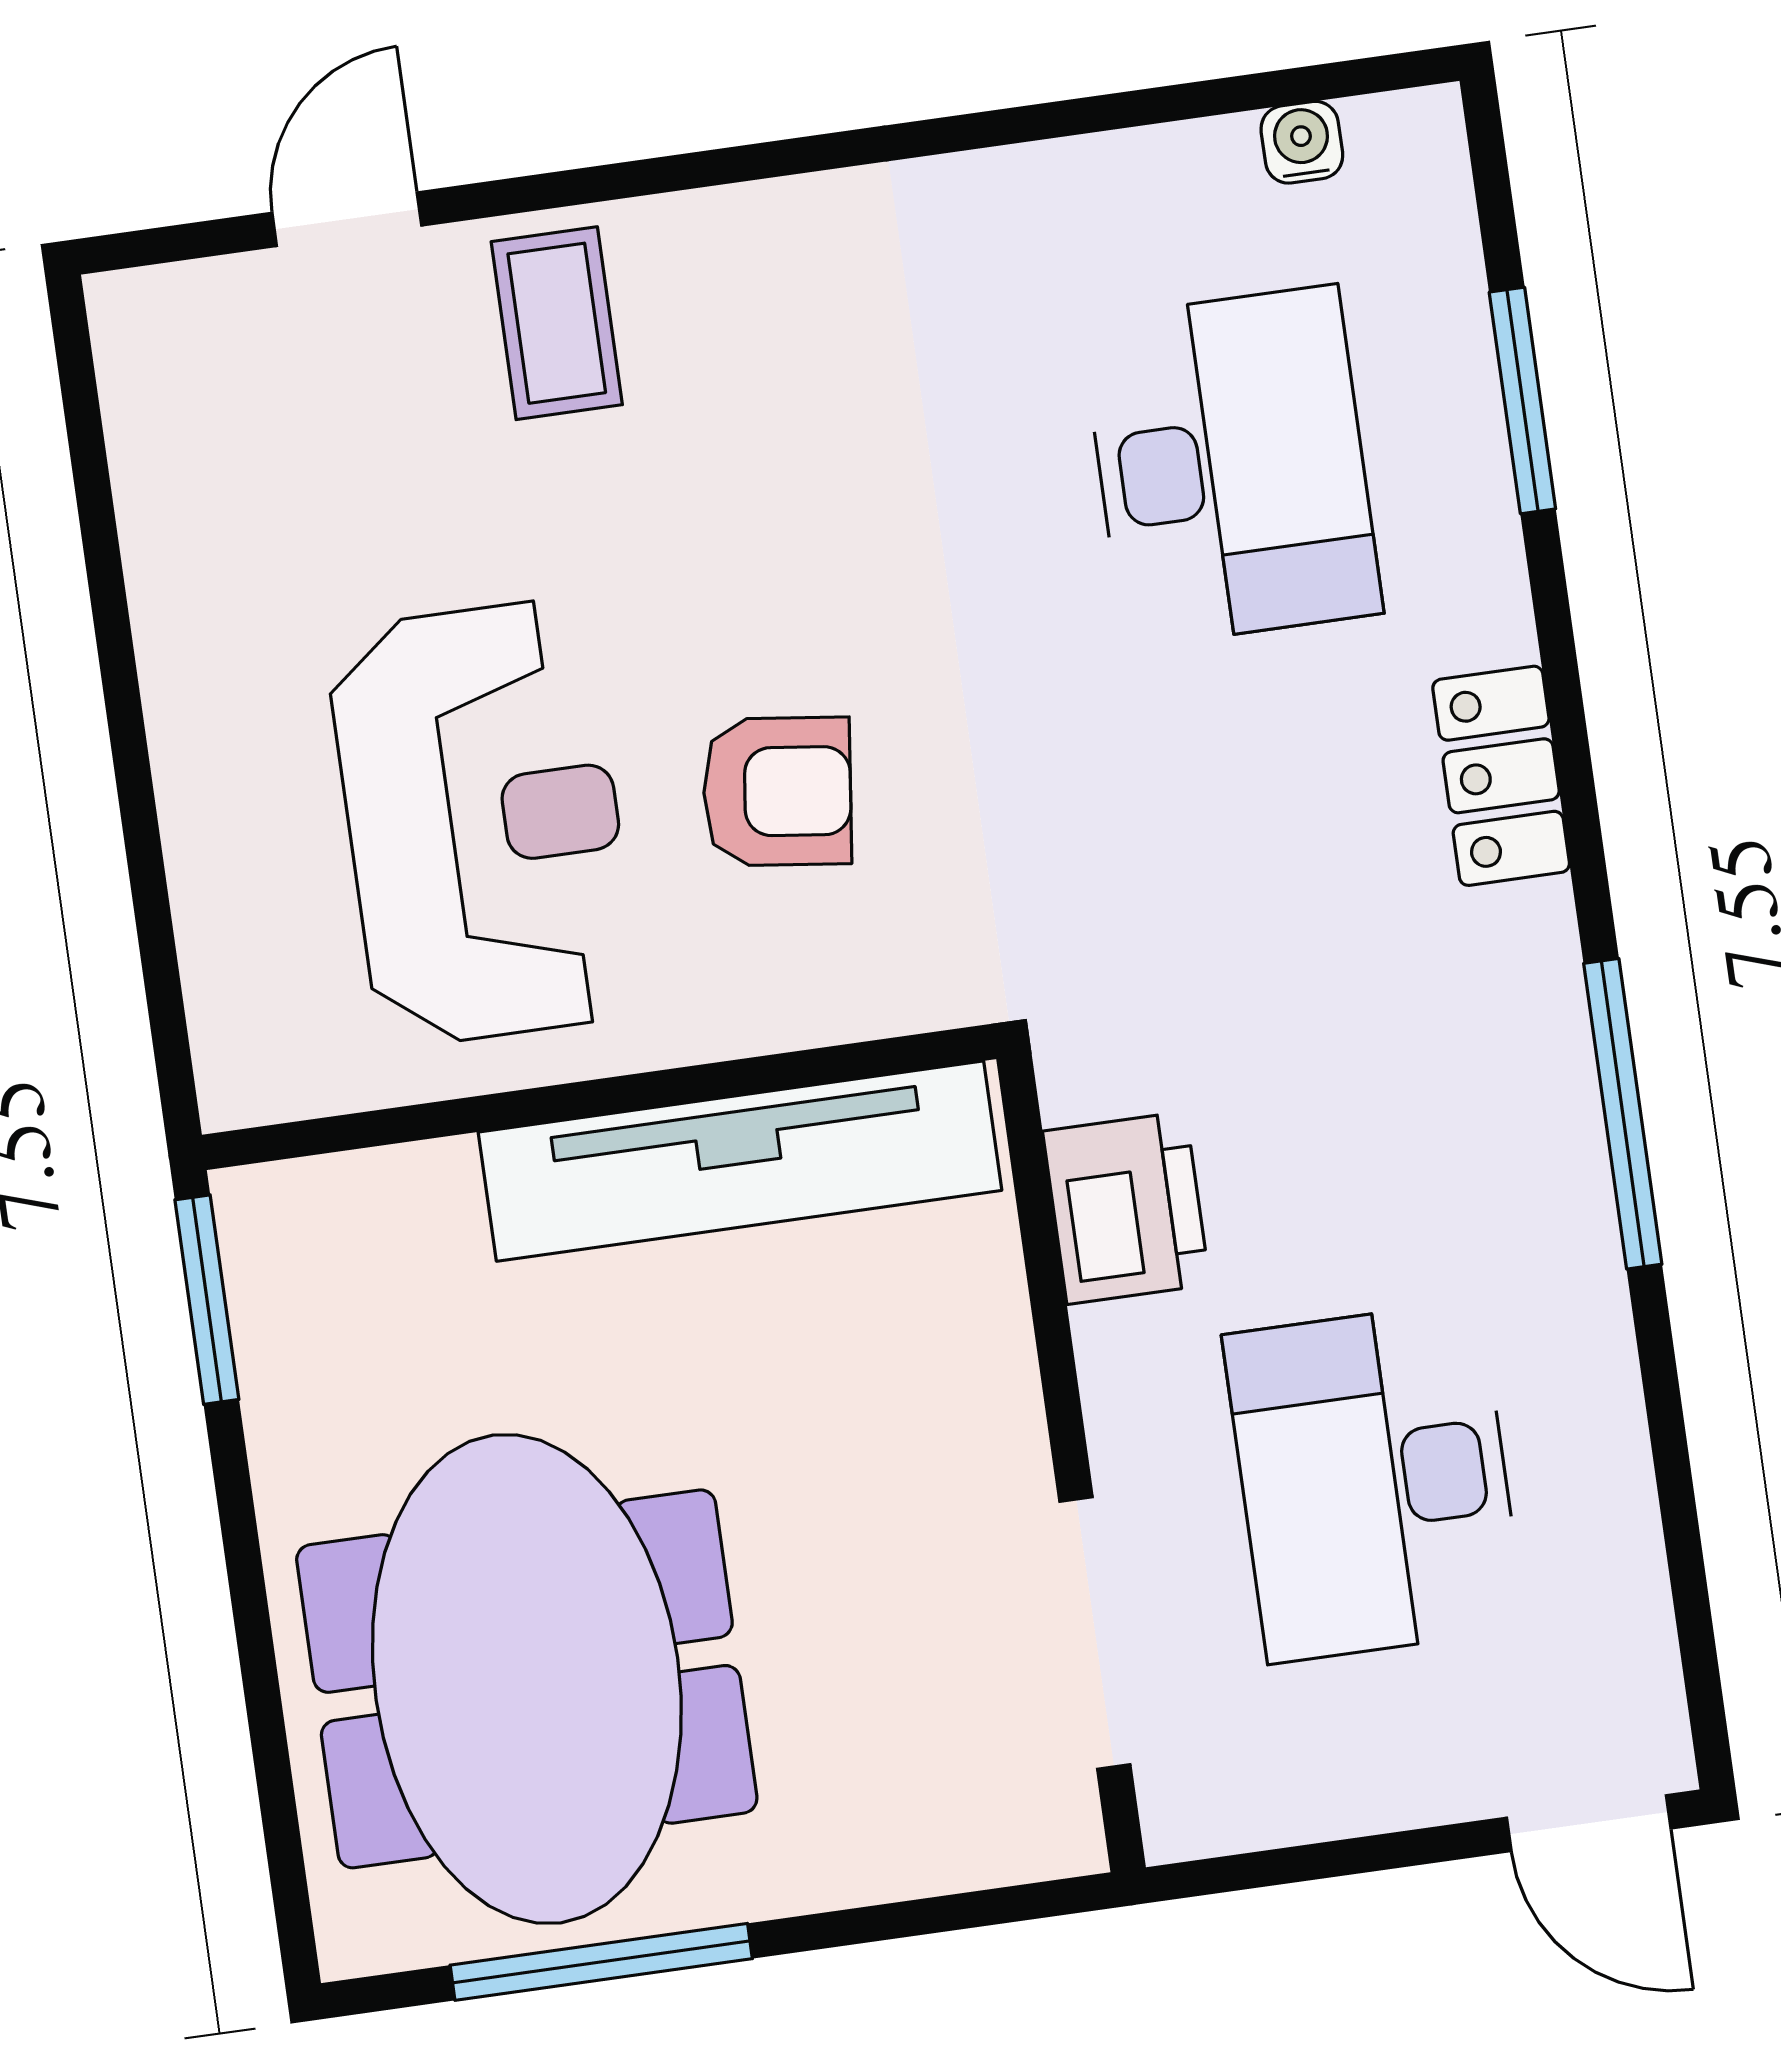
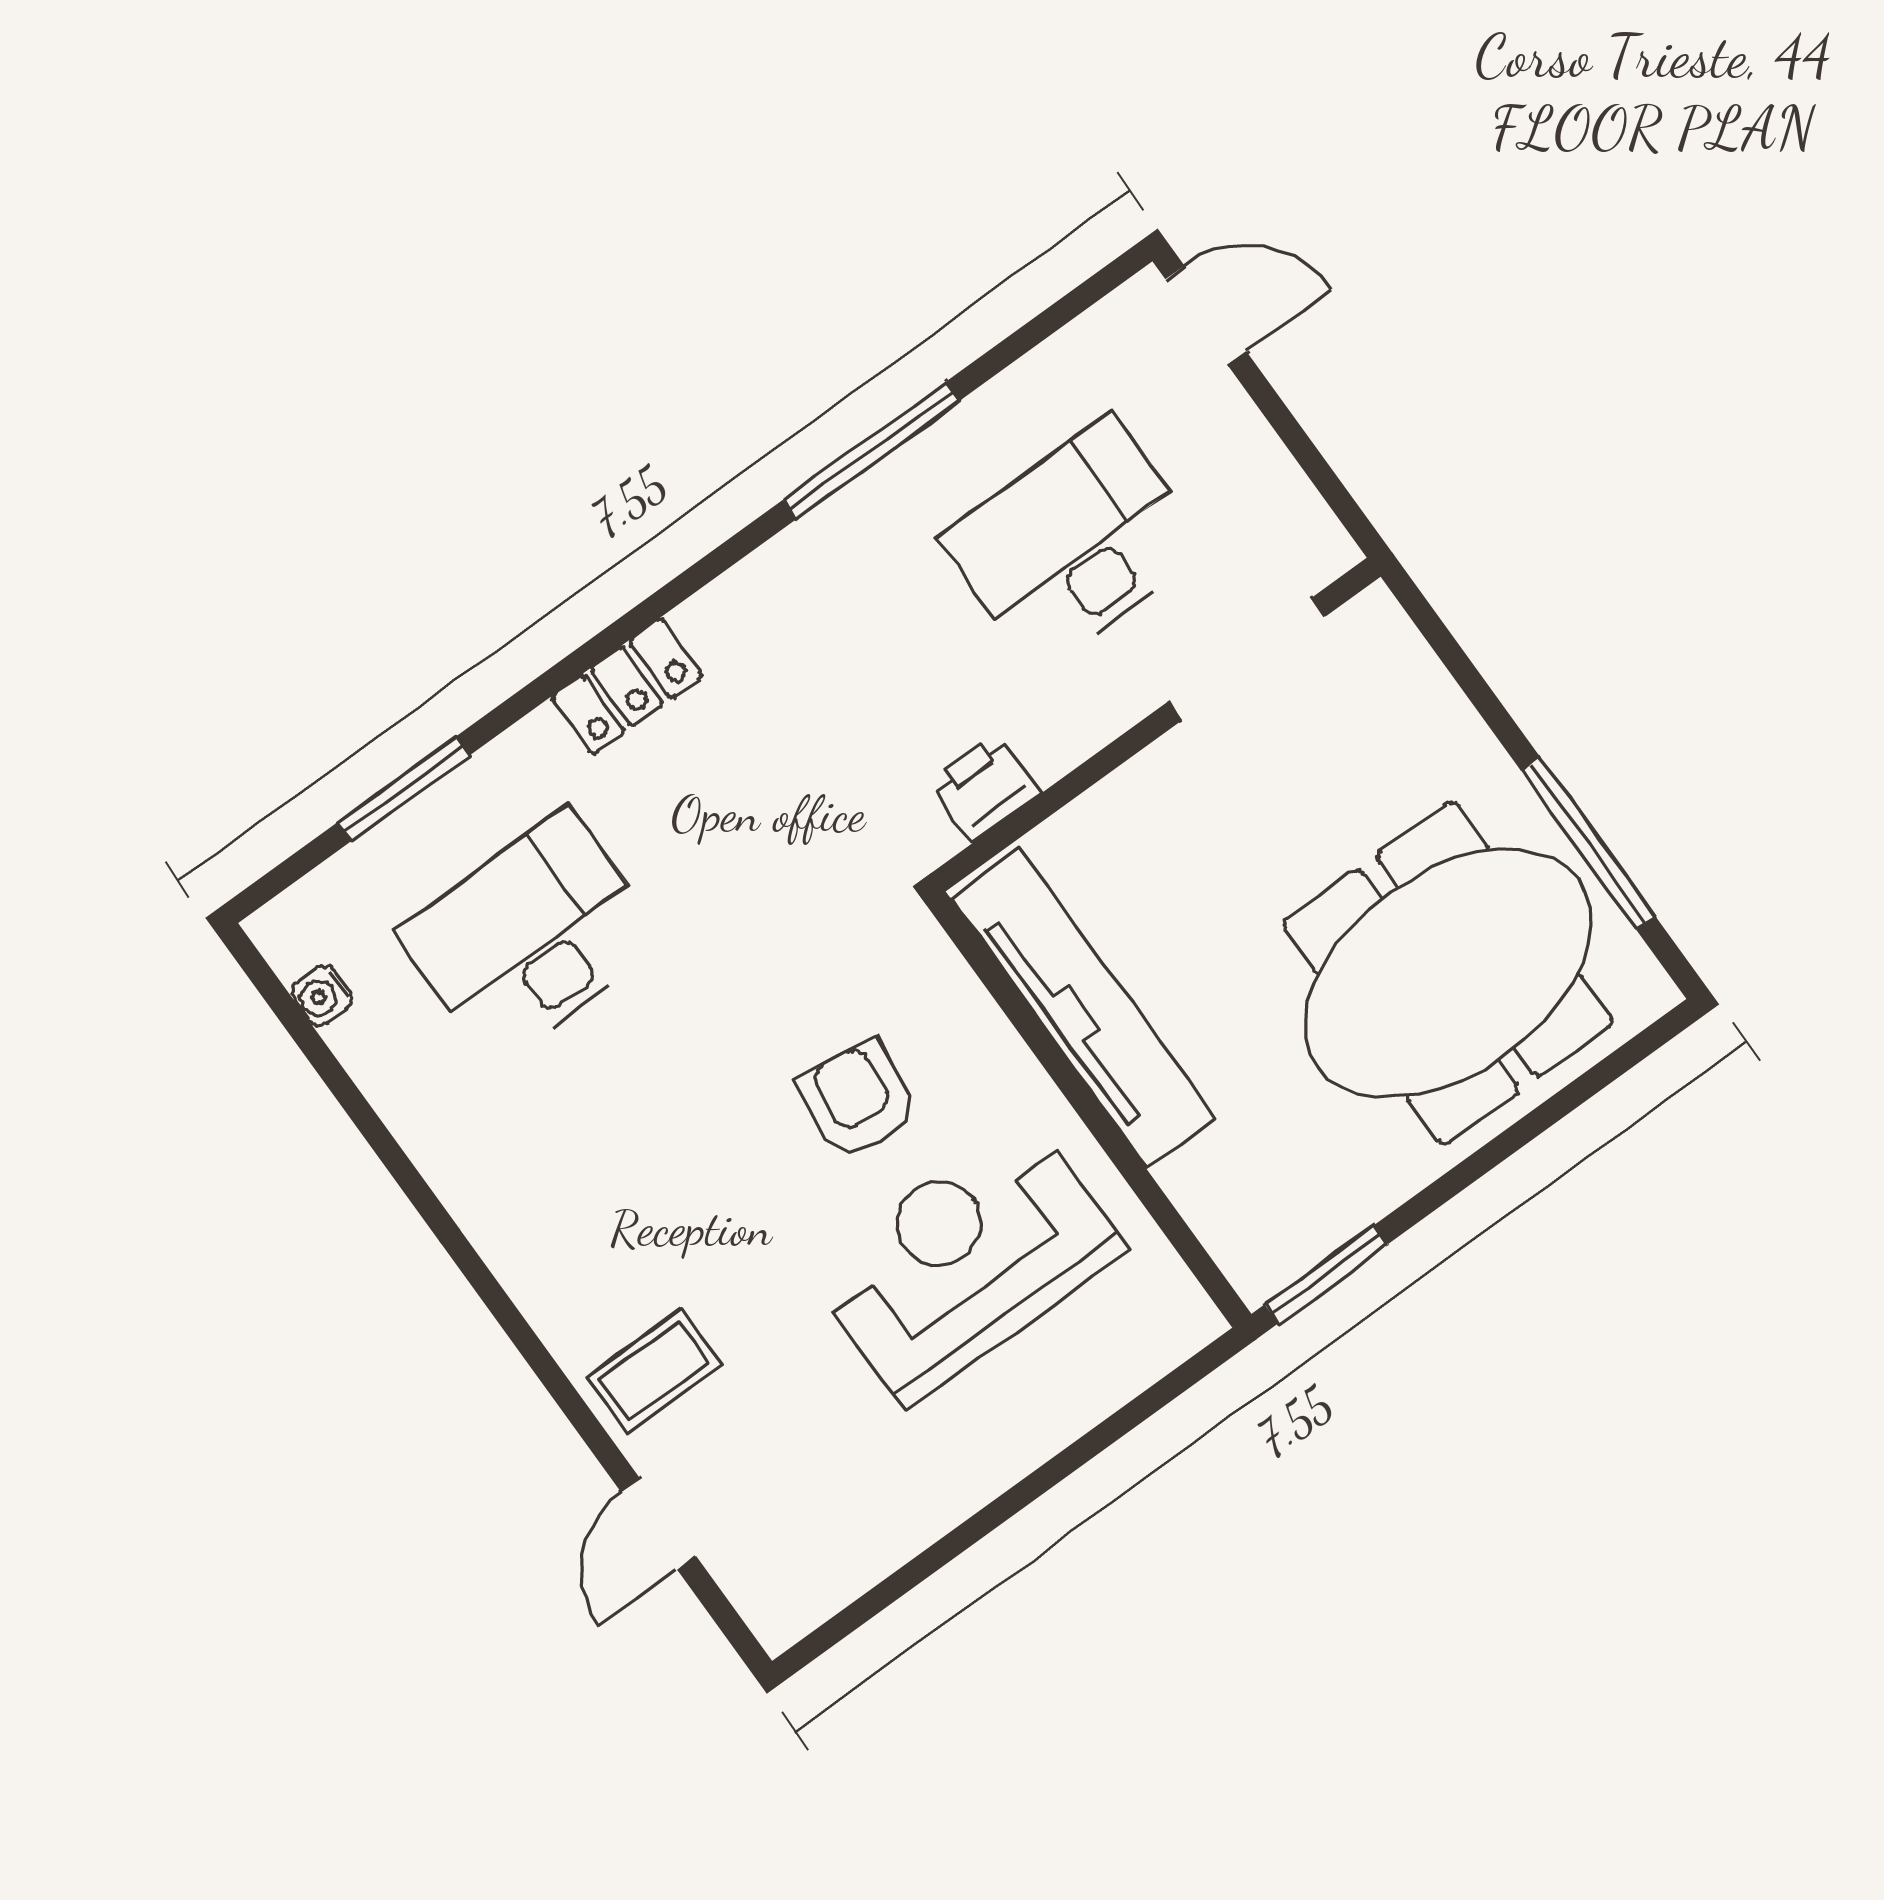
door: (347, 219) -> (659, 1524), hinge flipped
window: (1623, 1114) -> (871, 450), moved
printer: (1126, 1208) -> (985, 787), width x0.73, depth x0.81
desk: (1374, 1482) -> (1074, 544), turned 180
door: (1589, 1823) -> (1206, 315), hinge flipped

